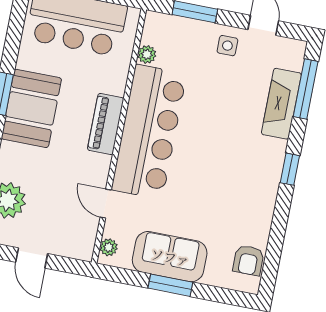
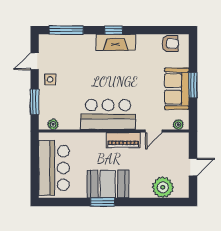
plant: (147, 54) -> (53, 124), moved
fireplace: (281, 104) -> (116, 42), moved
piano: (106, 124) -> (123, 140), moved
bar counter: (149, 132) -> (108, 115), width x0.73

